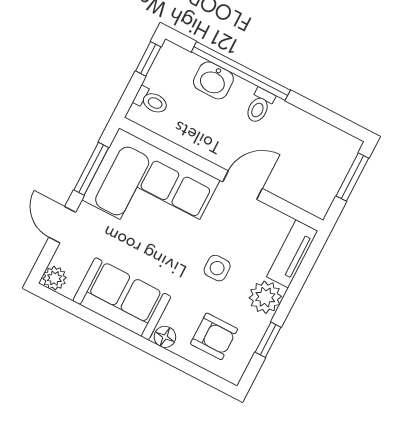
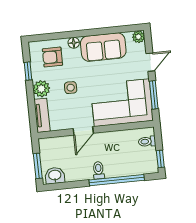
washbasin: (213, 80) -> (55, 176), moved
door: (62, 225) -> (150, 62), hinge flipped

